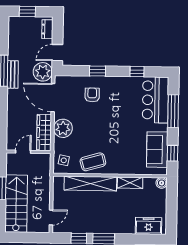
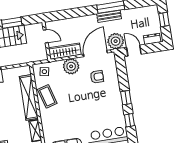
window: (98, 71) -> (126, 98), moved
armchair: (92, 95) -> (97, 77), moved

